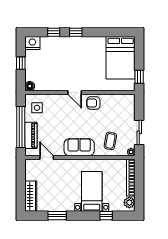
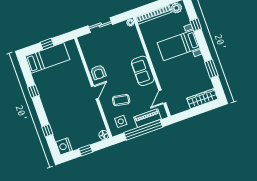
window: (76, 32) -> (33, 91), moved
bed: (121, 58) -> (47, 58), width x0.67
window: (139, 77) -> (47, 44), moved
sliding door: (139, 132) -> (100, 25), moved
coffee table: (110, 141) -> (121, 100), moved

